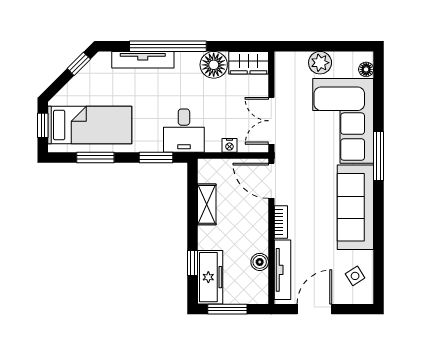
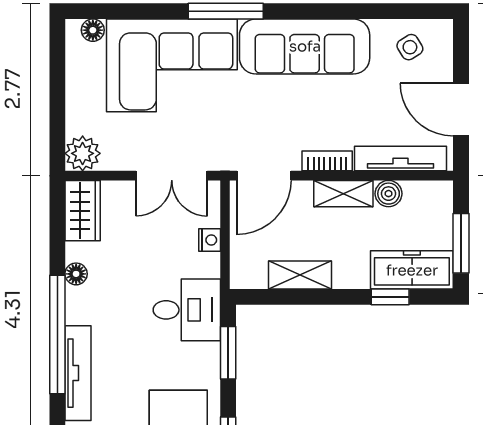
plant: (320, 63) -> (83, 153), moved
floor lamp: (214, 65) -> (76, 274), width x0.53, depth x0.53
shelving: (260, 233) -> (343, 194), added

